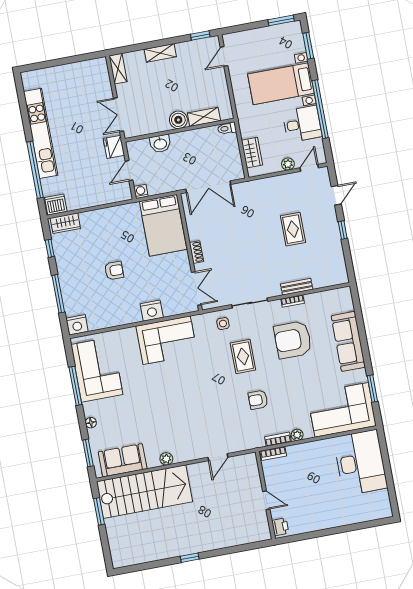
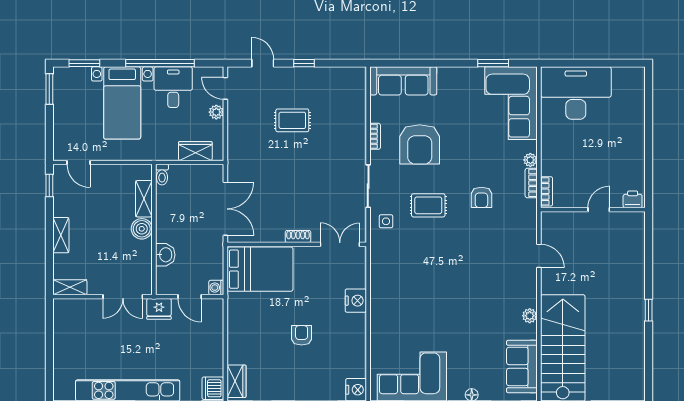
bench: (297, 287) -> (360, 128), removed
corner sofa: (167, 340) -> (393, 290), removed
sofa: (348, 341) -> (403, 81), moved

